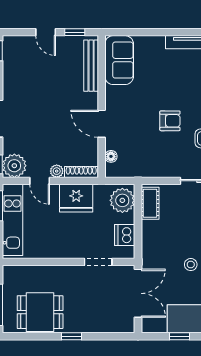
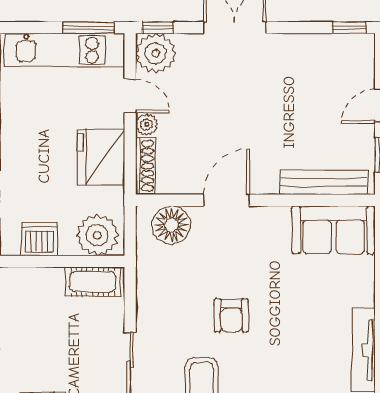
floor lamp: (111, 156) -> (171, 225), width x1.89, depth x1.89
door: (40, 181) -> (130, 96), swing flipped

